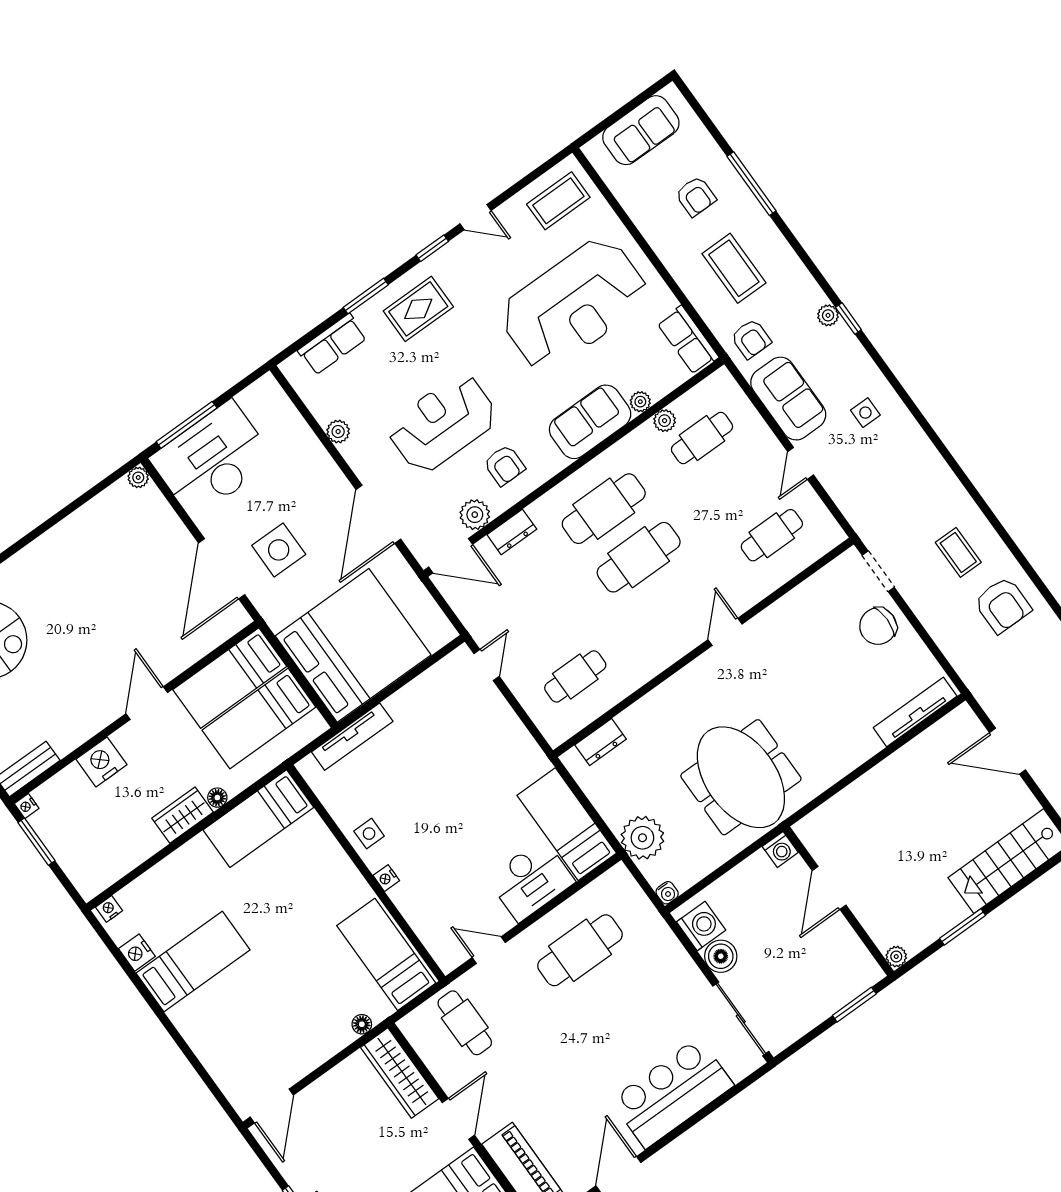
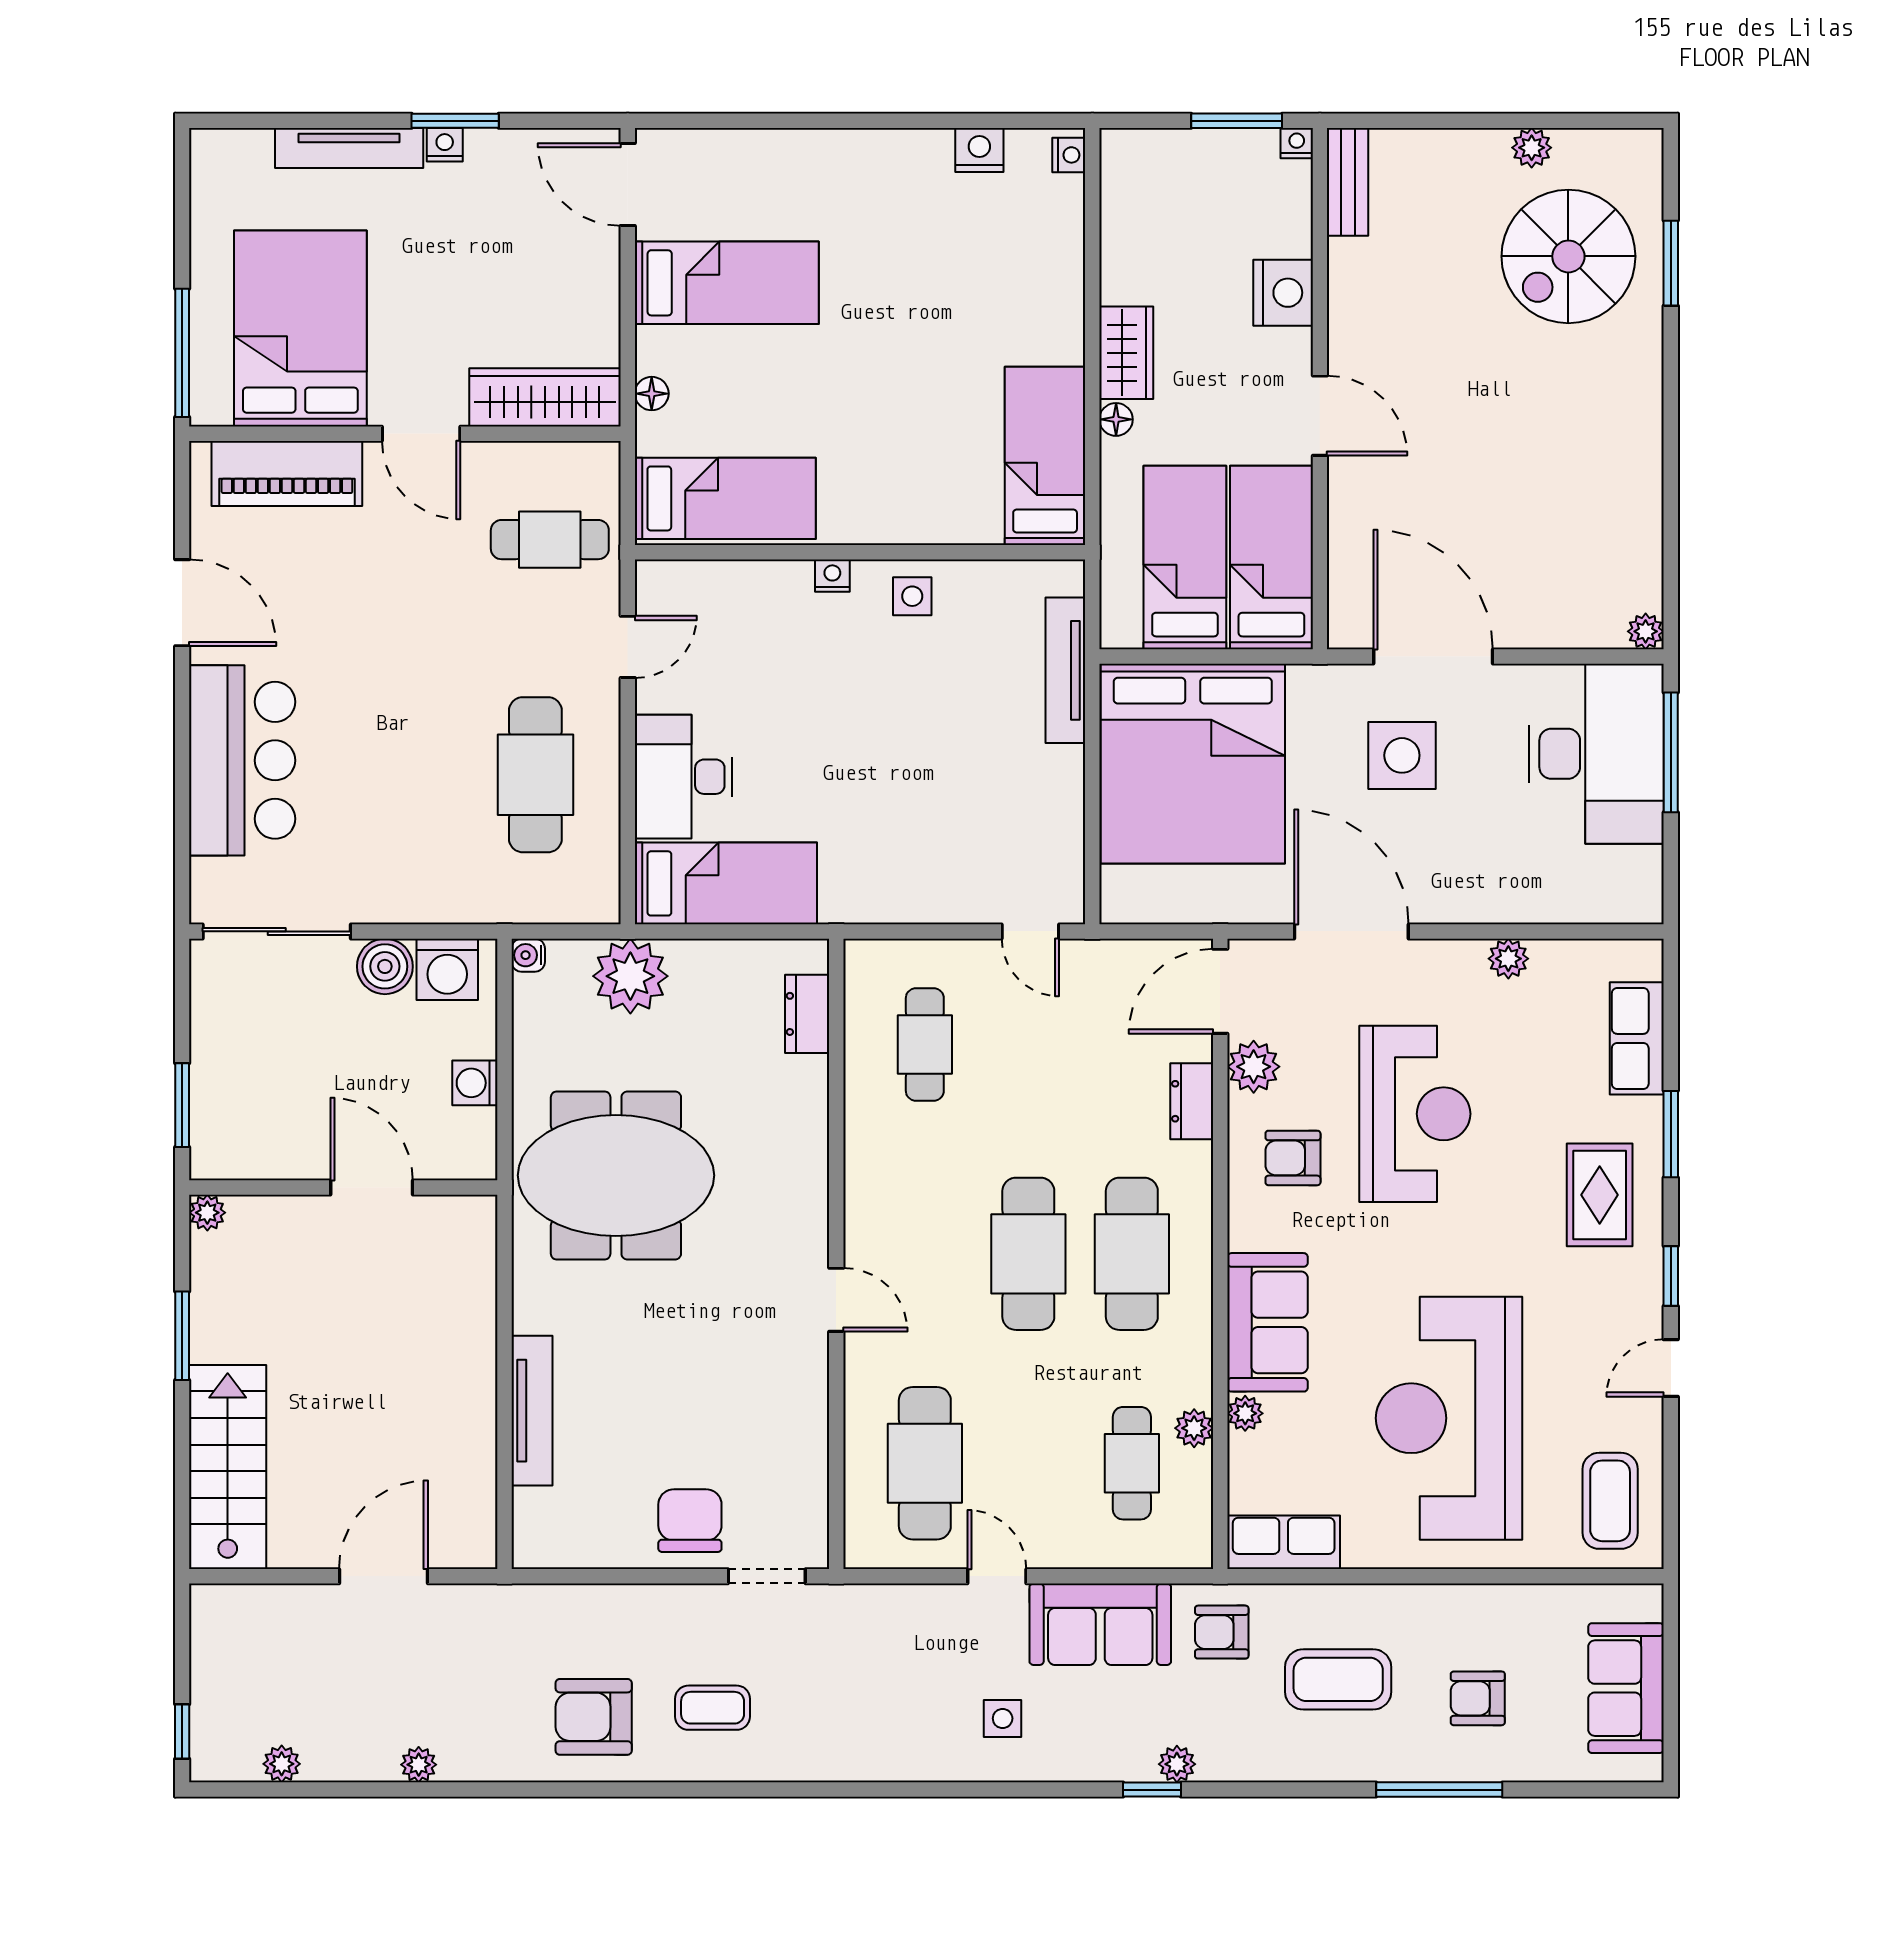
cafe table: (772, 535) -> (925, 1463), width x1.37, depth x1.35
tv unit: (915, 712) -> (532, 1411), moved
washing machine: (780, 849) -> (475, 1083), moved
bed: (193, 961) -> (727, 283), moved, turned -90

